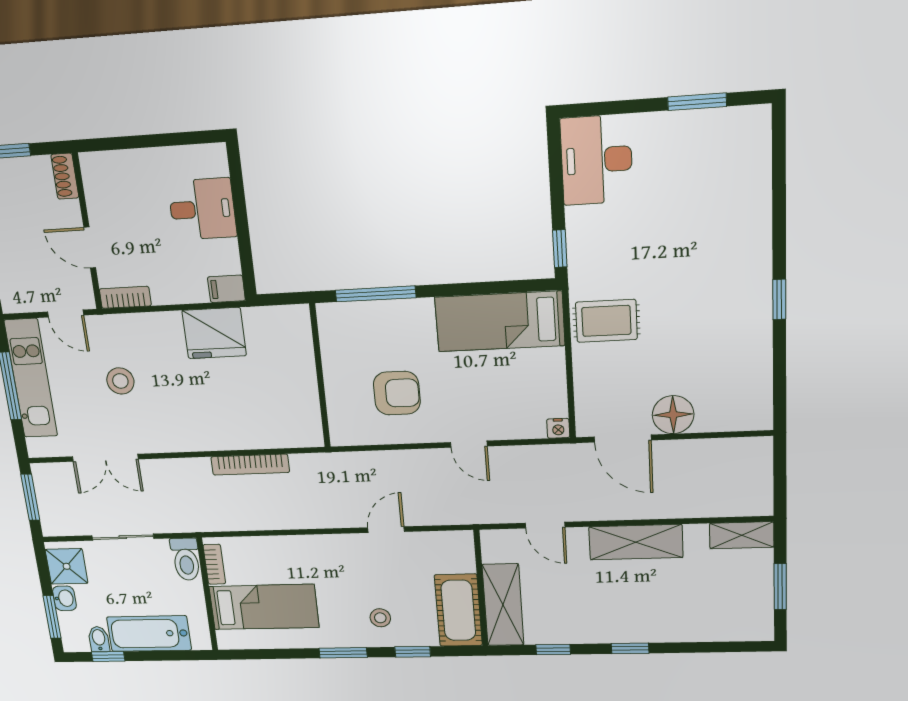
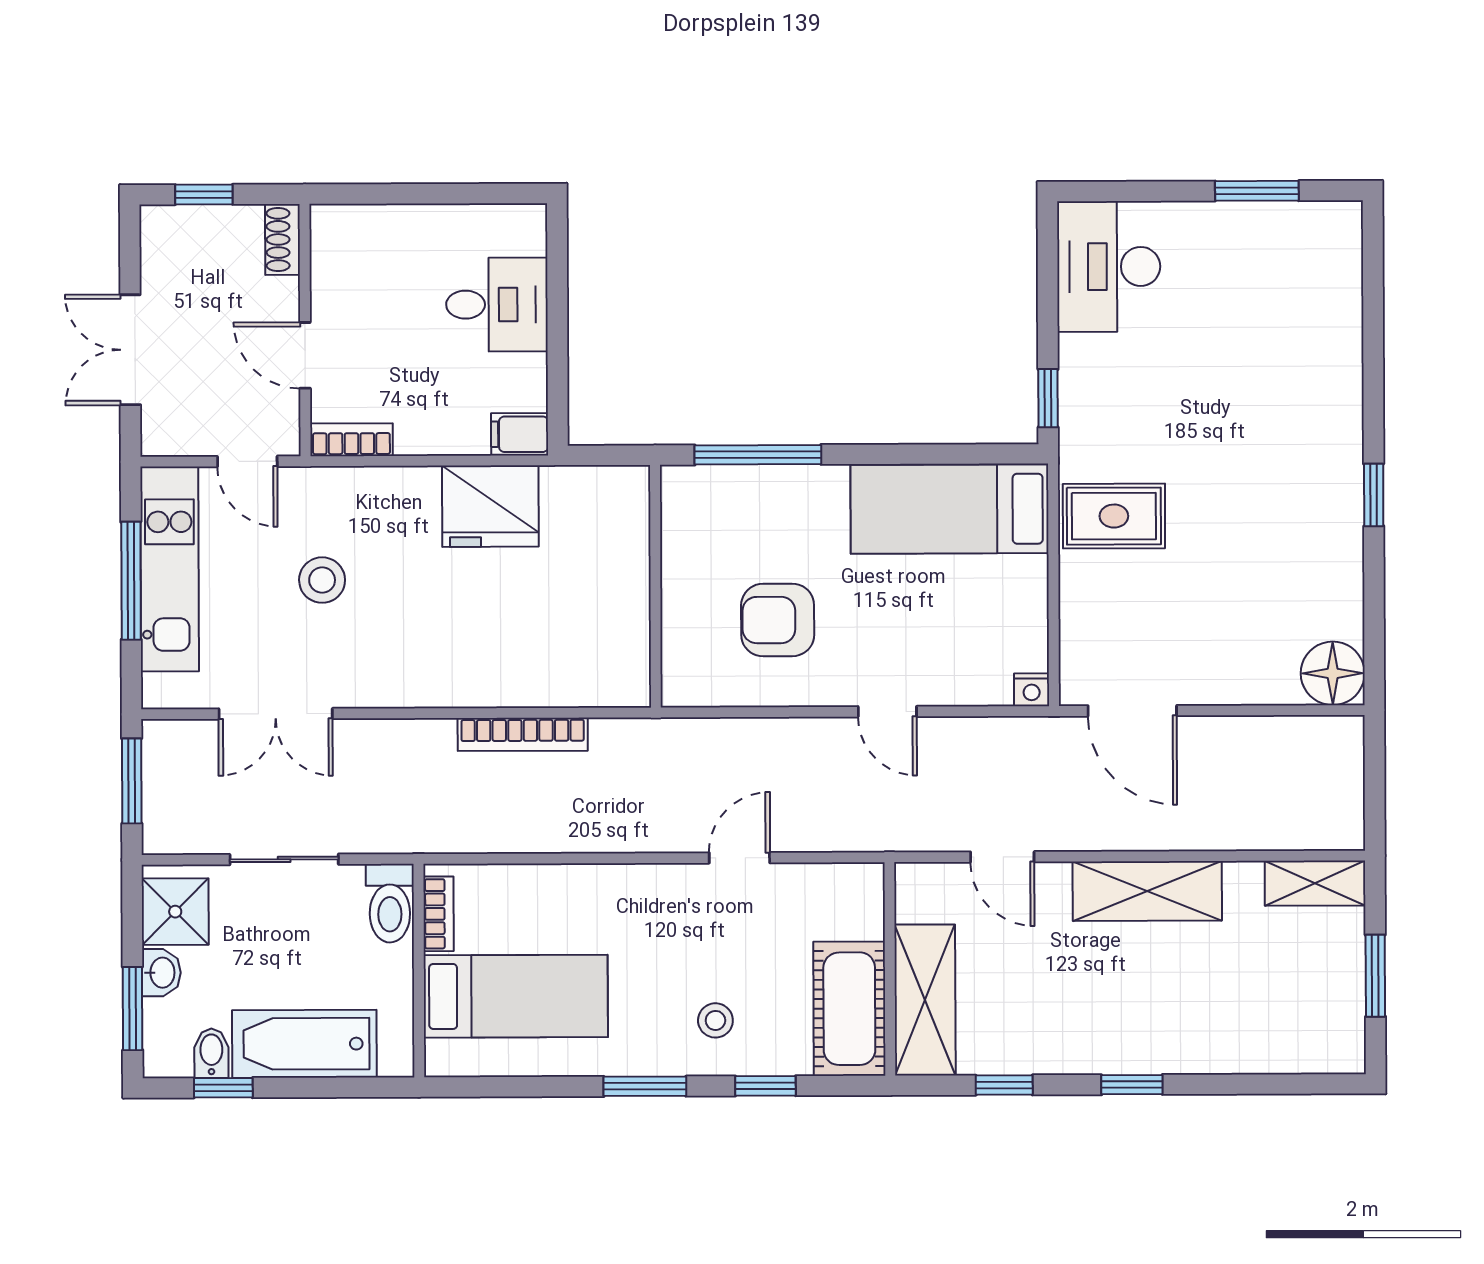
armchair: (397, 393) -> (778, 620), turned 180
floor lamp: (673, 415) -> (1333, 673), moved

